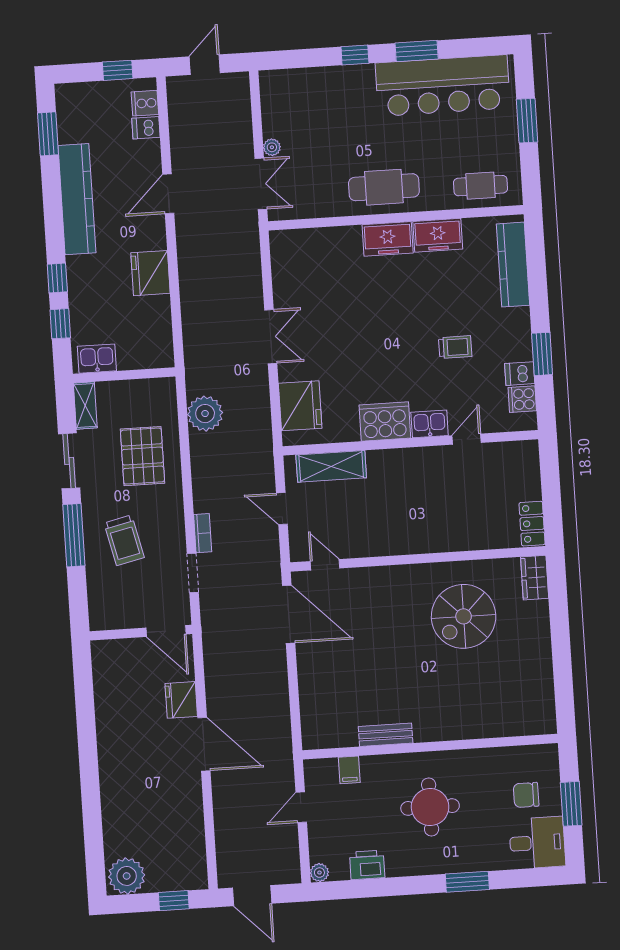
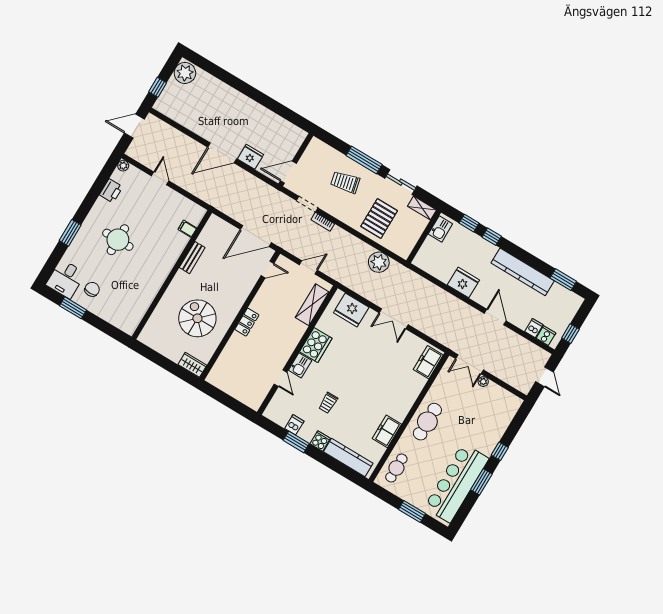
freezer: (388, 239) -> (428, 362), moved
cooker: (522, 399) -> (320, 441), moved
pallet: (142, 456) -> (379, 219), turned 90
locker: (532, 524) -> (247, 322), moved, turned 90
bench: (386, 735) -> (192, 258), moved
wall: (430, 747) -> (172, 275), moved
filing cabinet: (349, 770) -> (187, 229), moved

